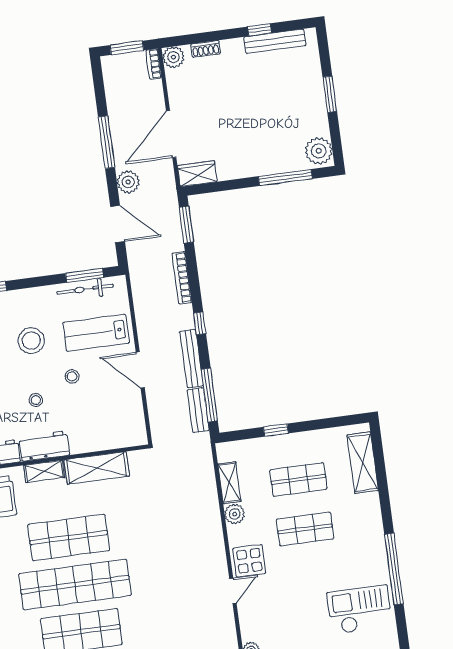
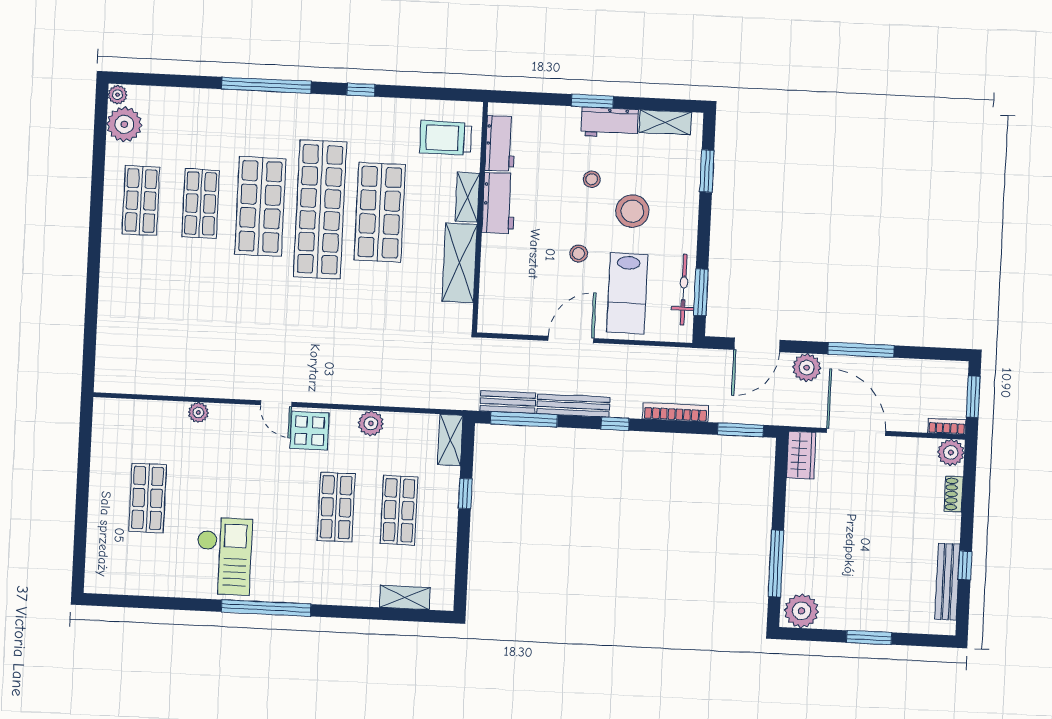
lab bench: (96, 333) -> (627, 293), turned 180
stool: (36, 400) -> (592, 179), moved
shelving: (363, 463) -> (405, 597), width x0.67, depth x0.75
shelving: (229, 483) -> (450, 440), moved, turned 90

